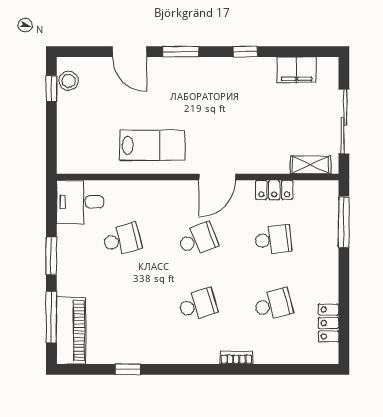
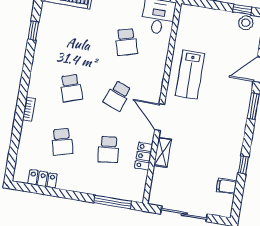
window: (245, 52) -> (243, 165), moved
filing cabinet: (297, 70) -> (226, 186), width x0.50
shelving: (311, 165) -> (163, 152), moved
school desk: (198, 240) -> (117, 96), turned 42

